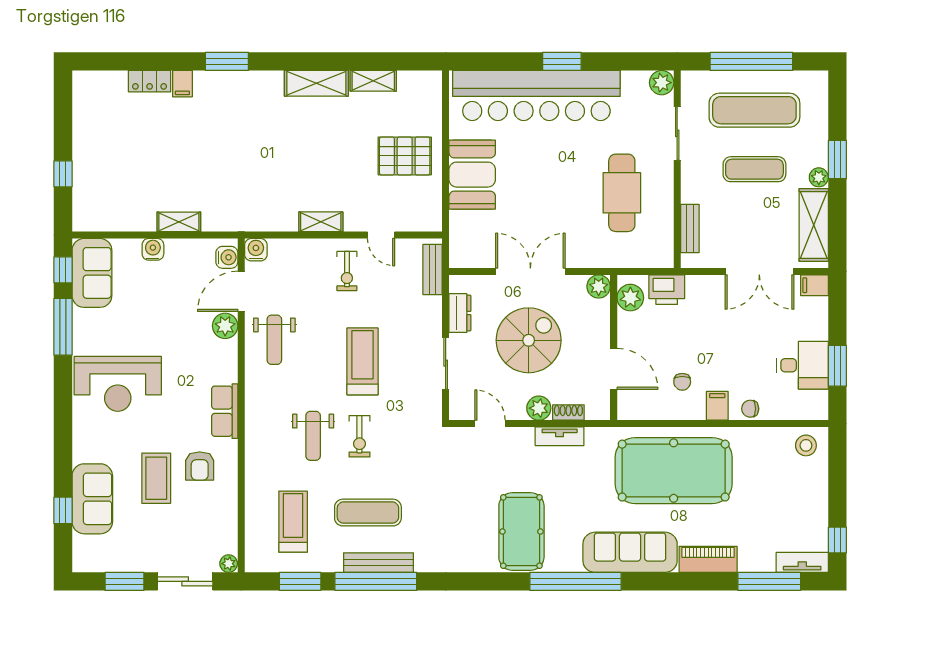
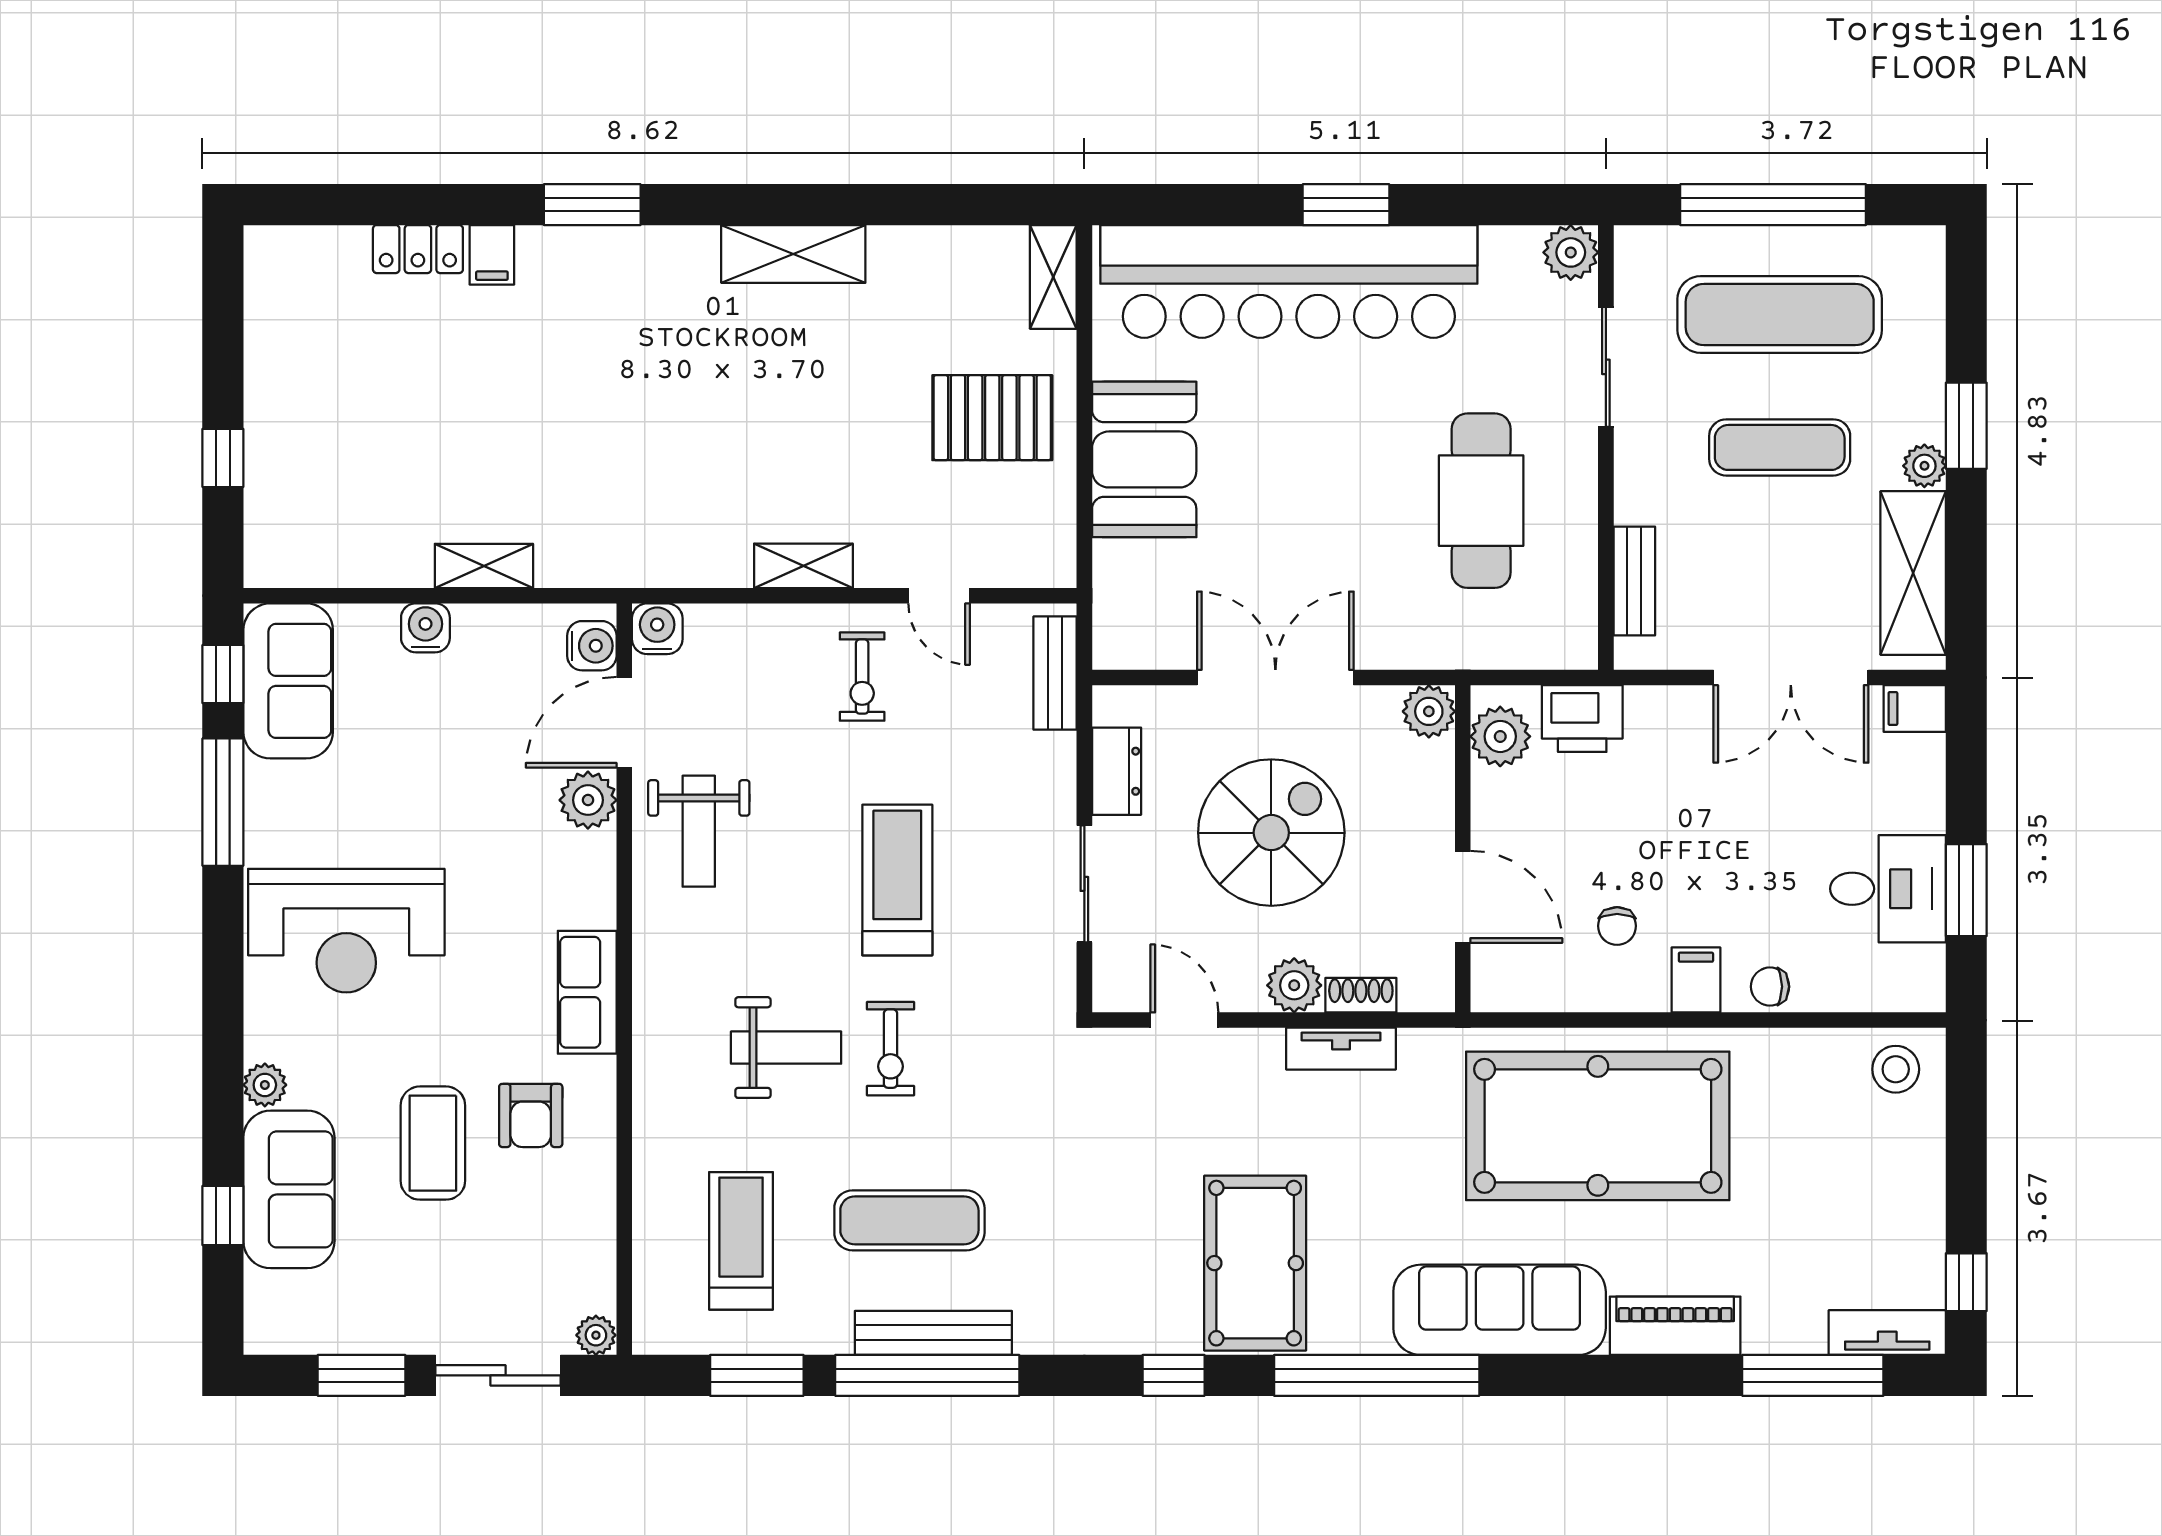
shelving: (373, 81) -> (1053, 277), moved, turned 90
weight bench: (313, 436) -> (786, 1048), turned -90
plant: (82, 452) -> (265, 1085), added
window: (485, 581) -> (1174, 1375), added

